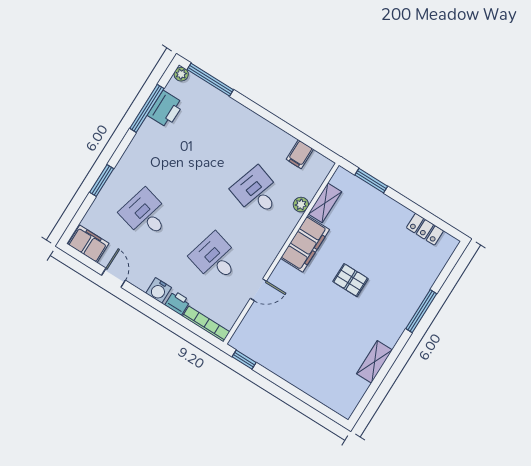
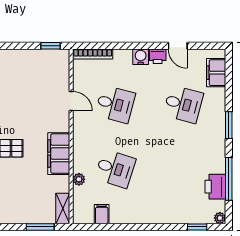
window: (210, 80) -> (197, 227), width x0.46
window: (102, 181) -> (229, 125), moved
shelving: (325, 203) -> (63, 209), moved
filing cabinet: (88, 244) -> (216, 73), moved, turned 90
door: (258, 290) -> (71, 101), swing flipped
printer: (178, 303) -> (158, 56), moved

